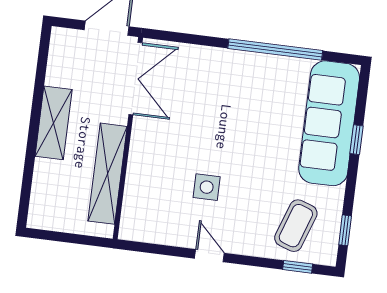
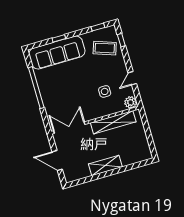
double door: (135, 79) -> (69, 128), moved
wall: (128, 138) -> (95, 120), moved
shelving: (107, 174) -> (113, 122), moved
plant: (161, 231) -> (131, 102), added

